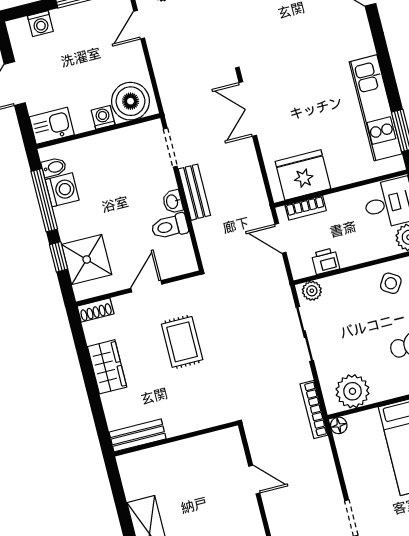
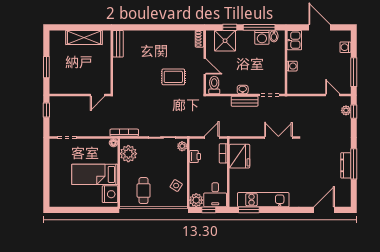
boiler: (130, 101) -> (297, 81), removed
toilet: (170, 226) -> (214, 85), moved
wardrobe: (107, 367) -> (170, 37), removed
bench: (138, 435) -> (118, 44), moved
wall: (176, 439) -> (112, 62), moved

